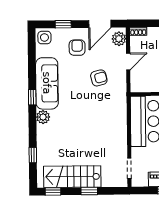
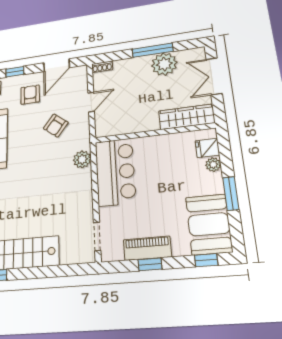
plant: (119, 39) -> (82, 159), moved
armchair: (99, 78) -> (56, 126), turned 142
window: (89, 191) -> (44, 272), removed

